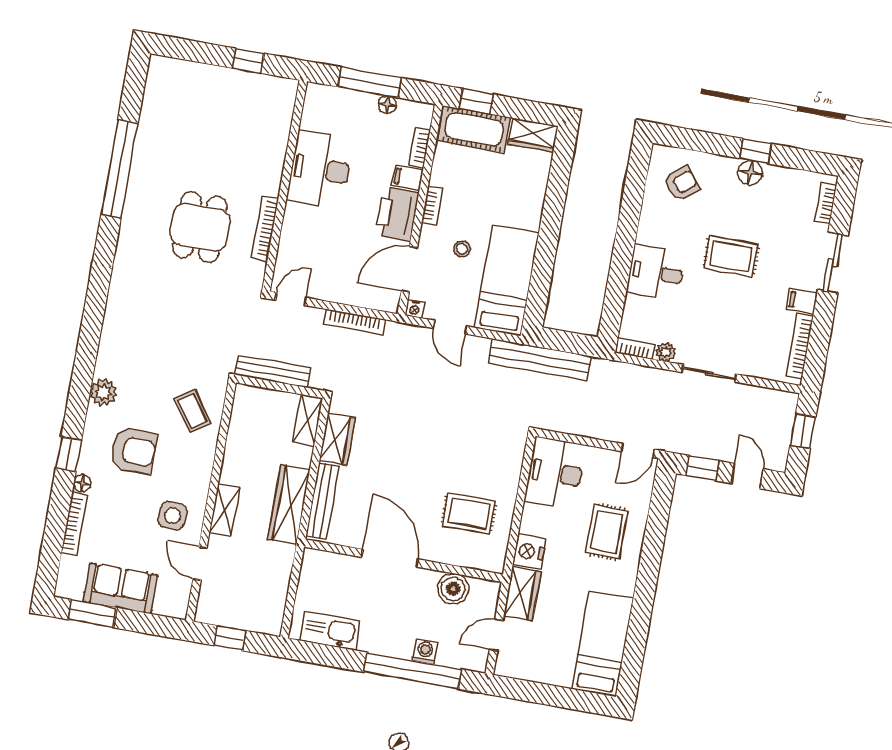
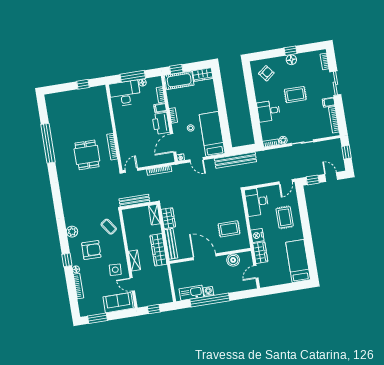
desk: (320, 169) -> (125, 93), moved, turned 90
sofa: (120, 588) -> (118, 303), moved
washing machine: (425, 651) -> (208, 292), moved
window: (413, 671) -> (210, 300), moved

